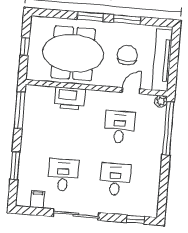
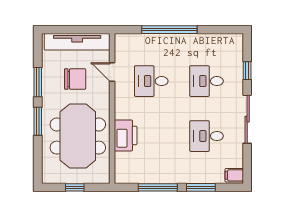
chair: (127, 55) -> (75, 79), turned 180
plant: (161, 101) -> (121, 40), removed
window: (20, 110) -> (158, 187), moved
window: (168, 128) -> (169, 30), moved
filing cabinet: (38, 199) -> (234, 175), moved
window: (136, 220) -> (247, 71), moved

